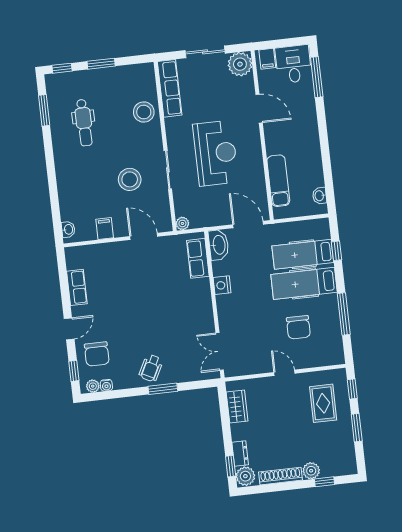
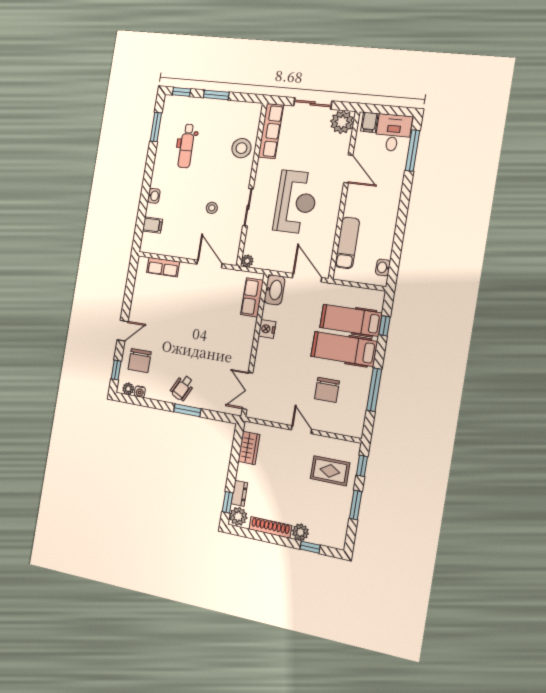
stool: (130, 179) -> (212, 208), width x0.53, depth x0.53
washbasin: (68, 229) -> (154, 196), moved
filing cabinet: (105, 229) -> (152, 225), moved, turned 90
row of seats: (77, 287) -> (163, 267), moved, turned 90
rug: (323, 403) -> (330, 471), turned 90

